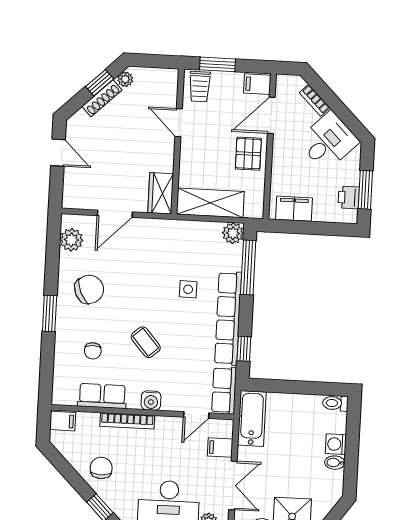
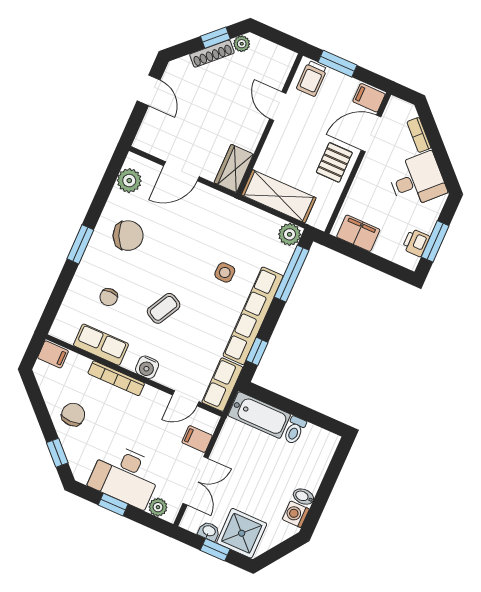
coffee table: (146, 342) -> (164, 308), turned 69
toilet: (335, 403) -> (295, 430), moved, turned -90
bathtub: (252, 419) -> (259, 415), moved, turned 90
washing machine: (336, 444) -> (296, 514), moved

